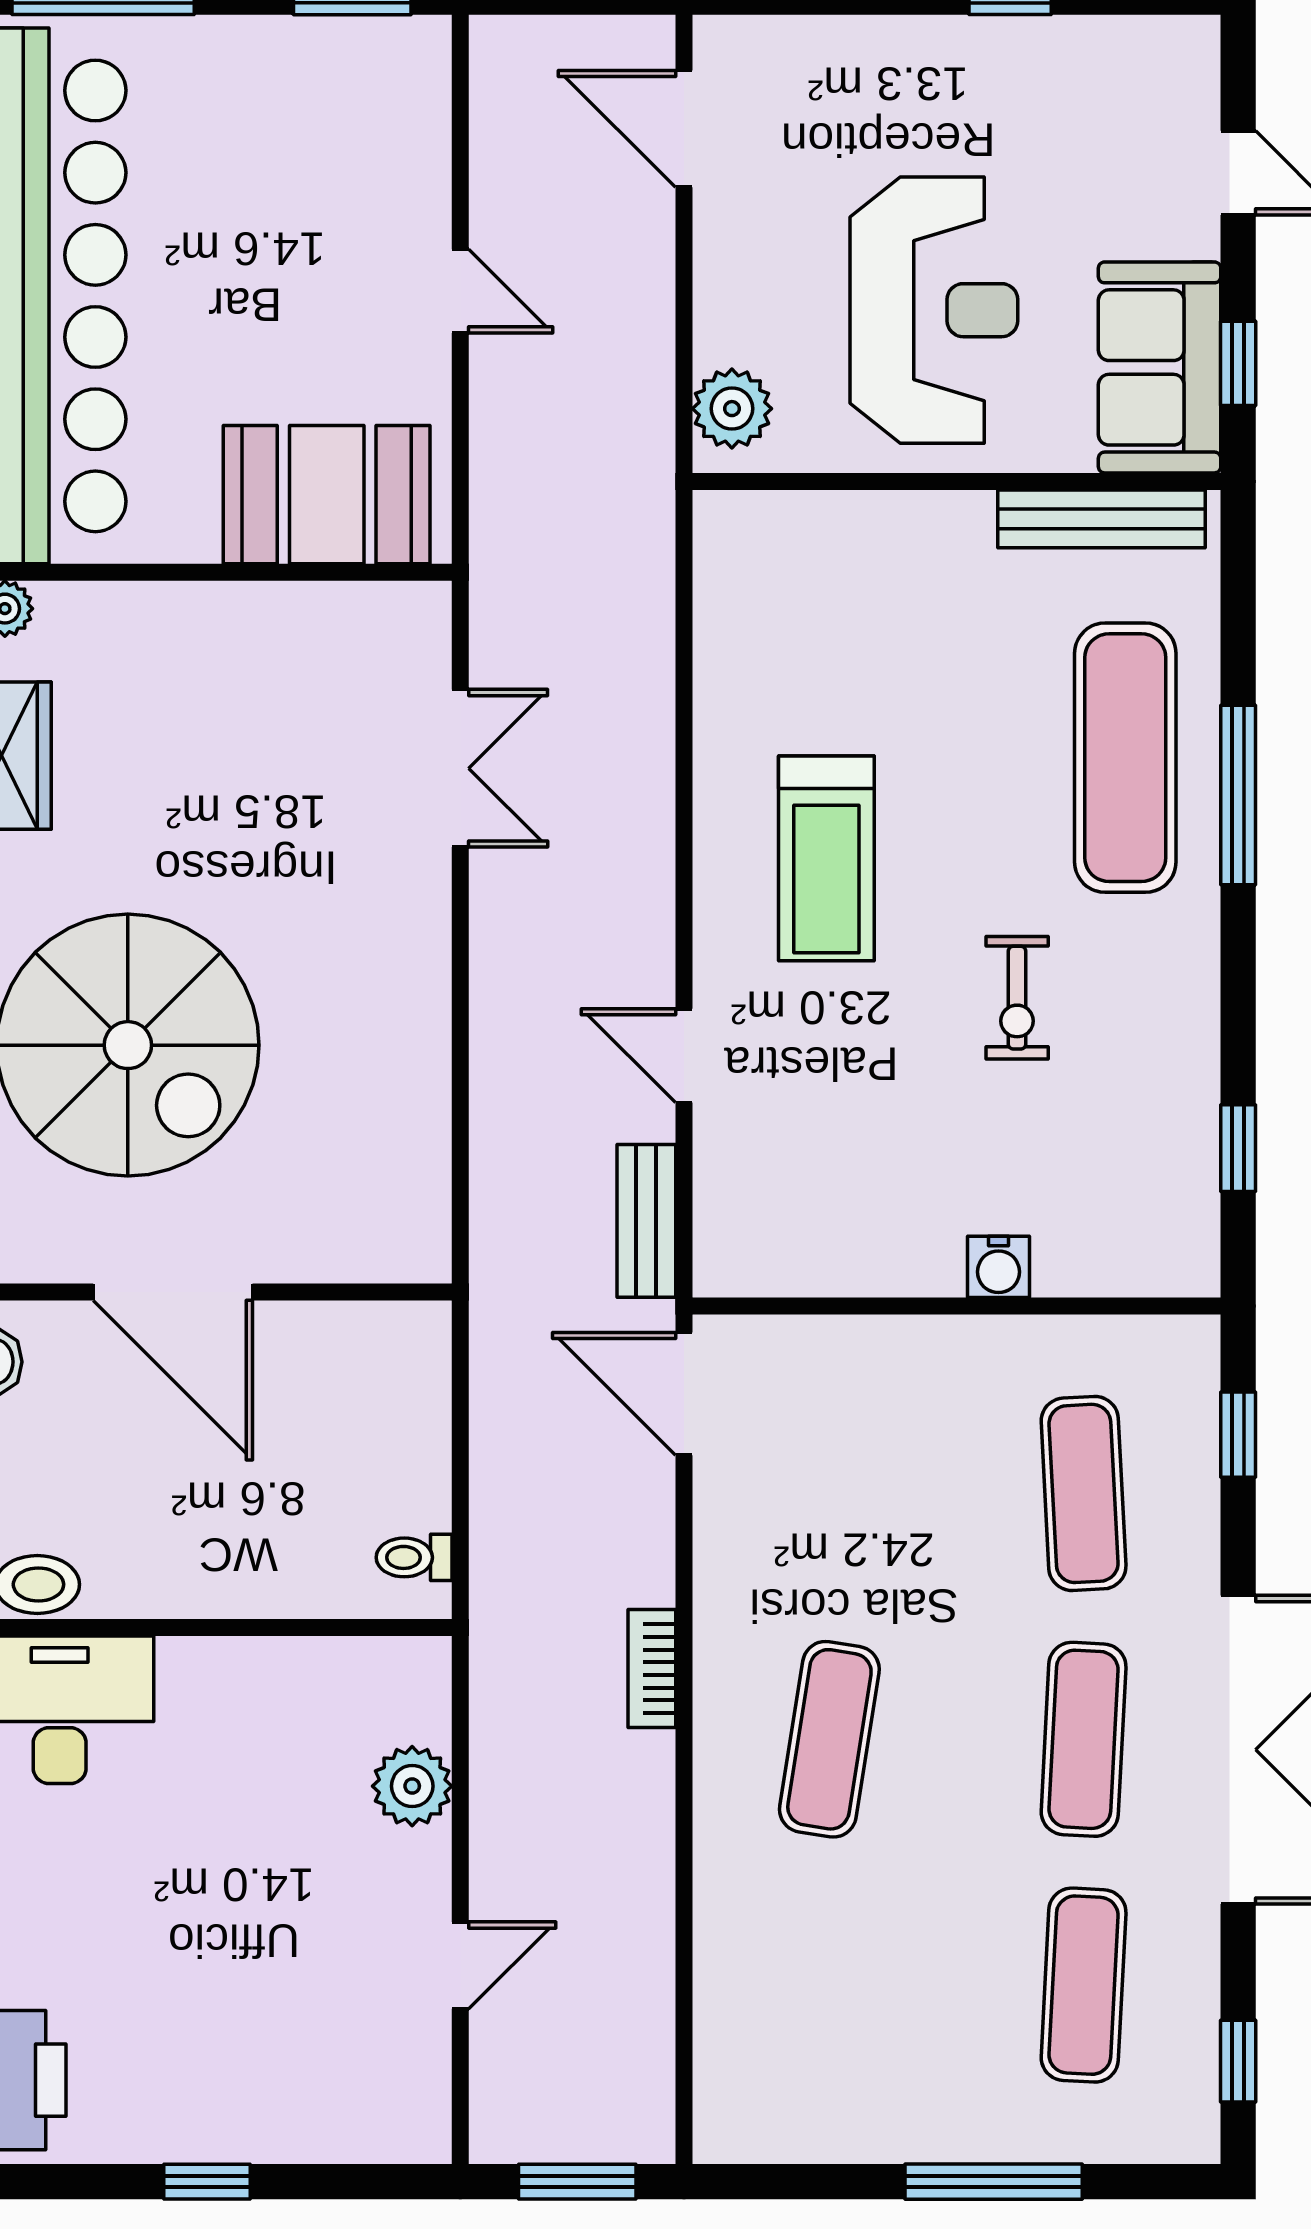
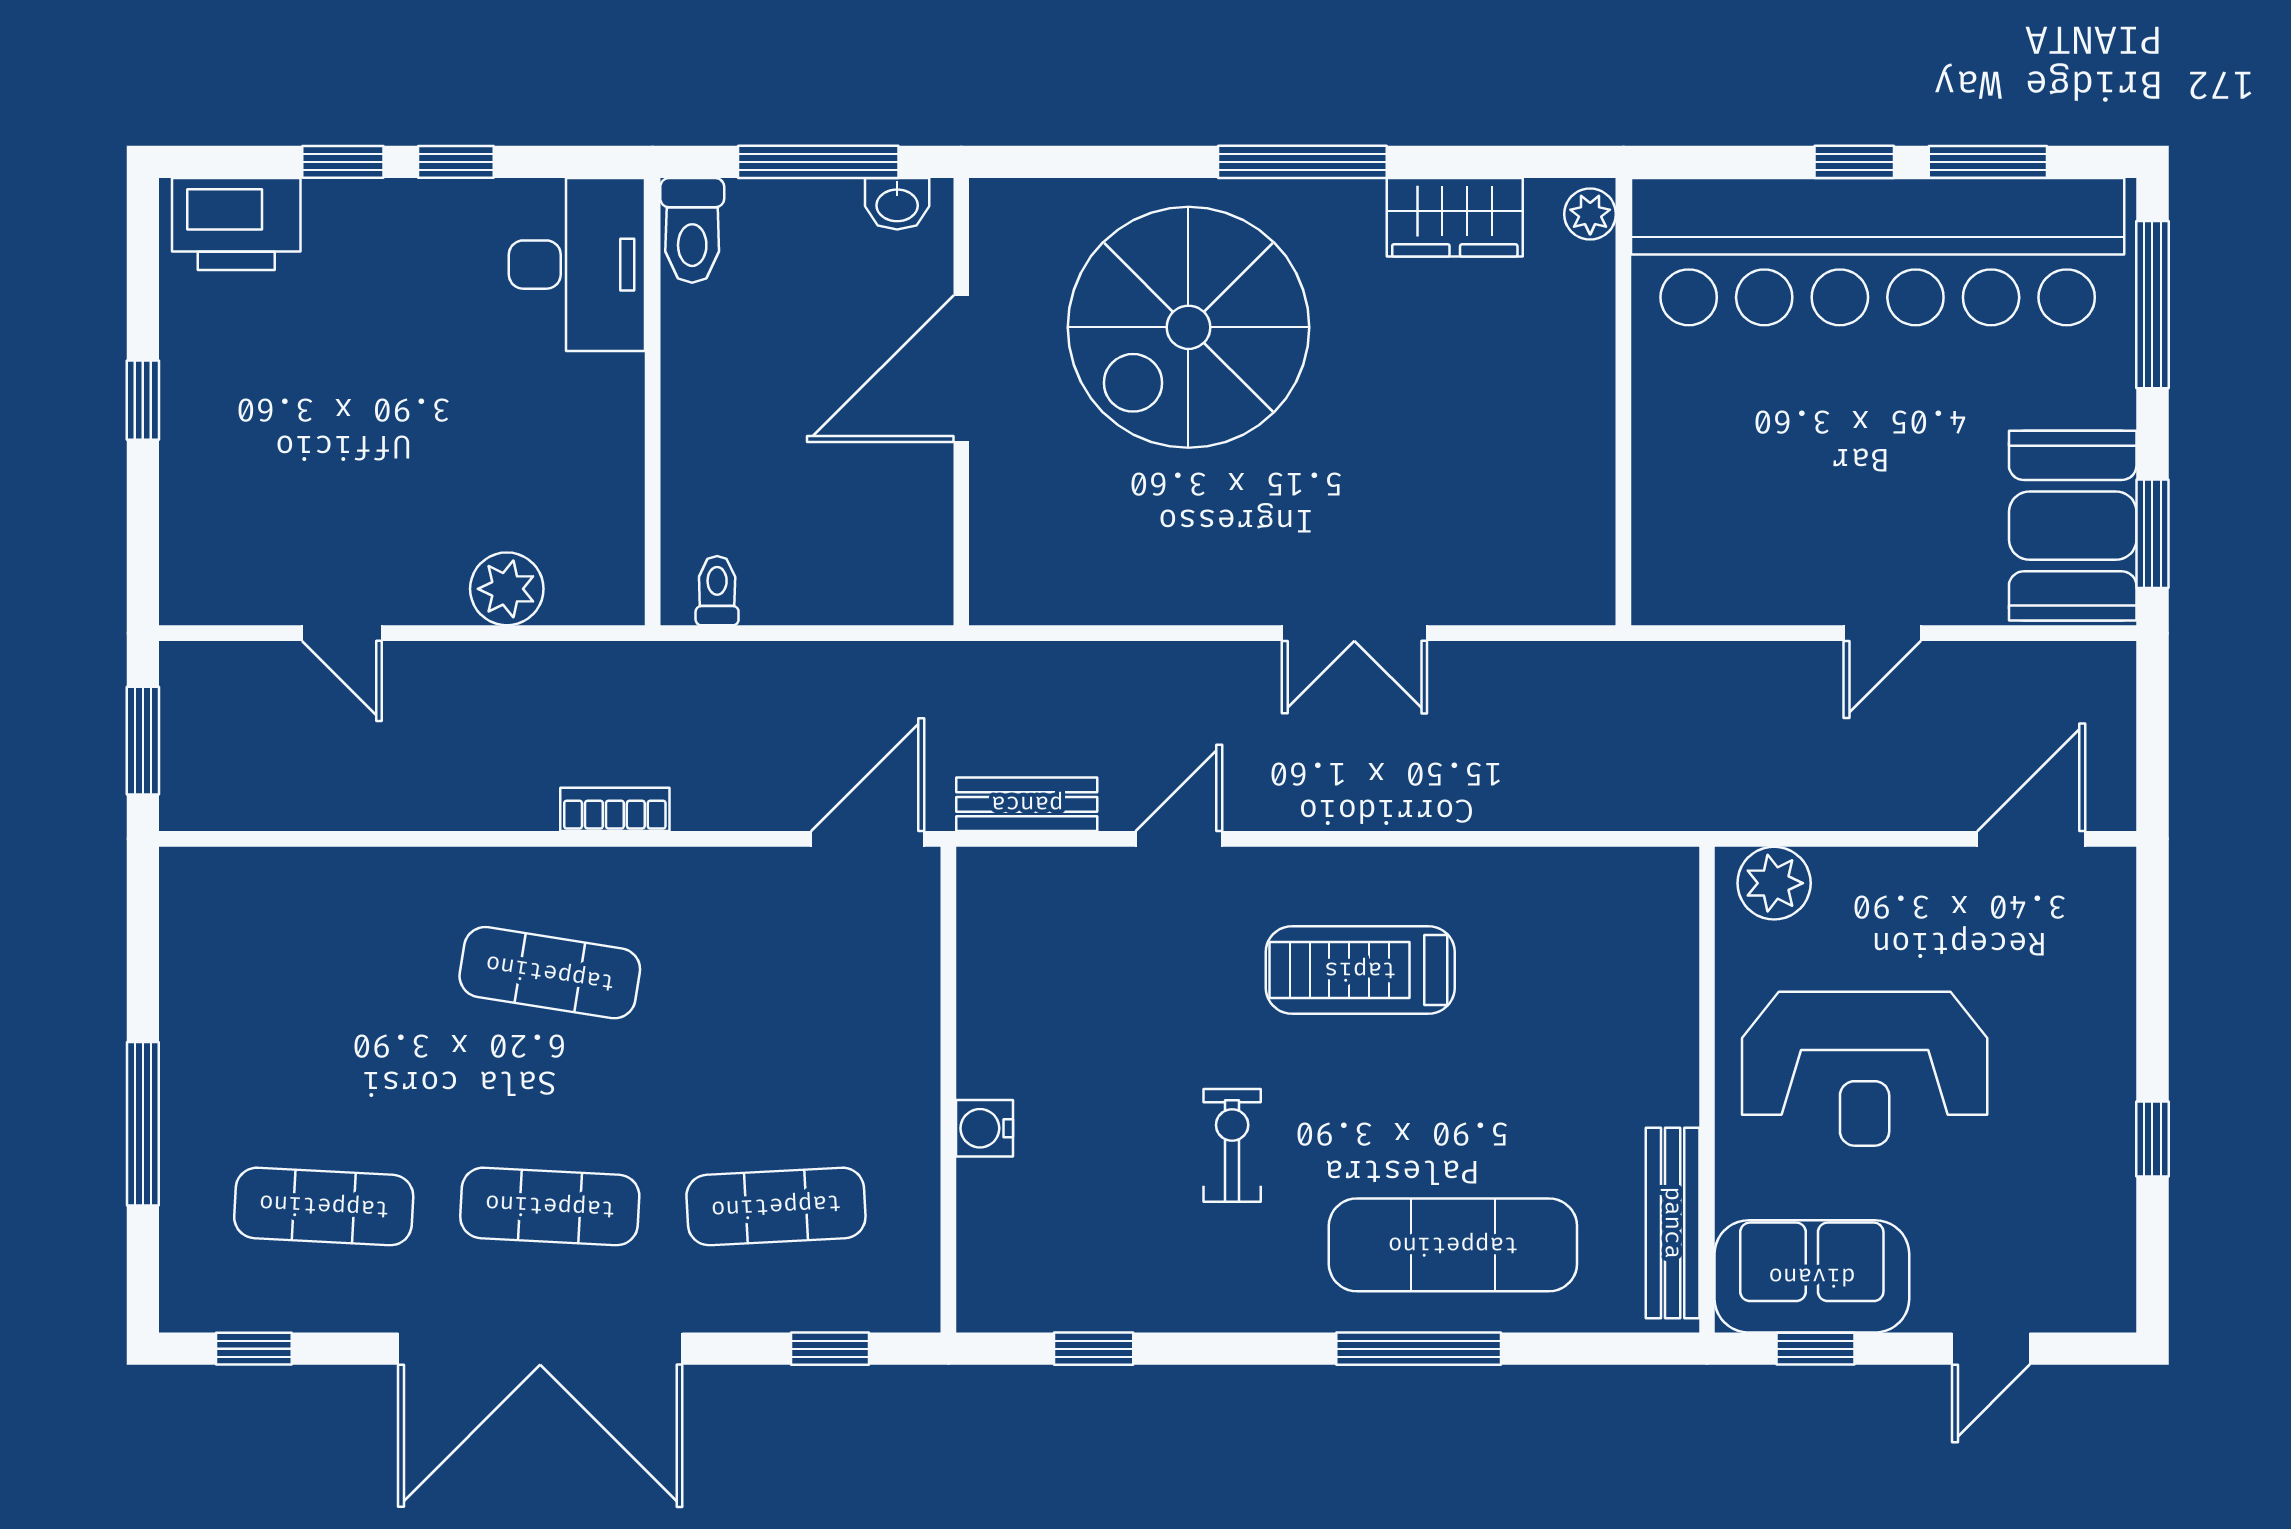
booth: (327, 495) -> (2073, 526), moved
double door: (460, 768) -> (1354, 633), moved
exercise bike: (1017, 998) -> (1232, 1145), turned 90

